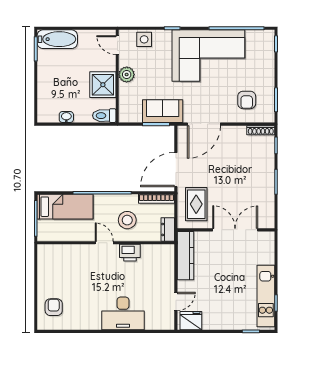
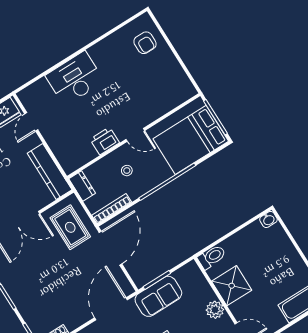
washbasin: (66, 117) -> (268, 219), moved
bed: (65, 207) -> (191, 140), width x1.50
stool: (127, 220) -> (127, 171), width x0.53, depth x0.53

